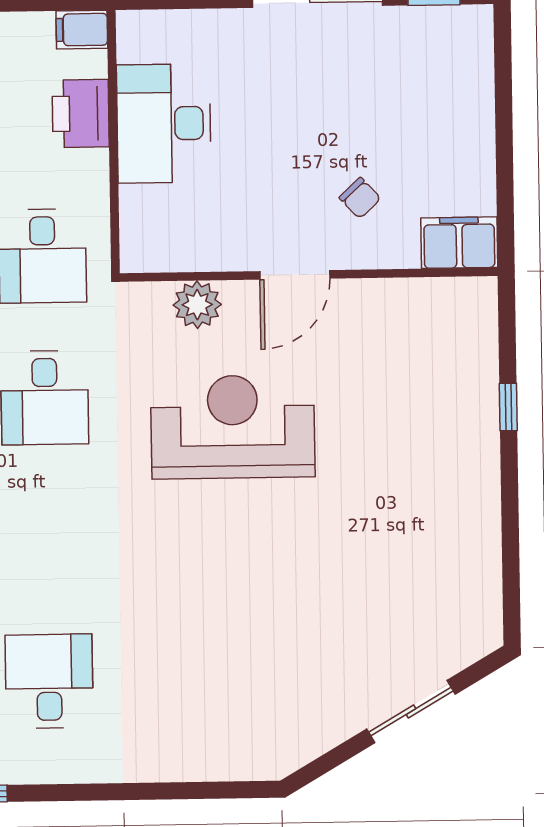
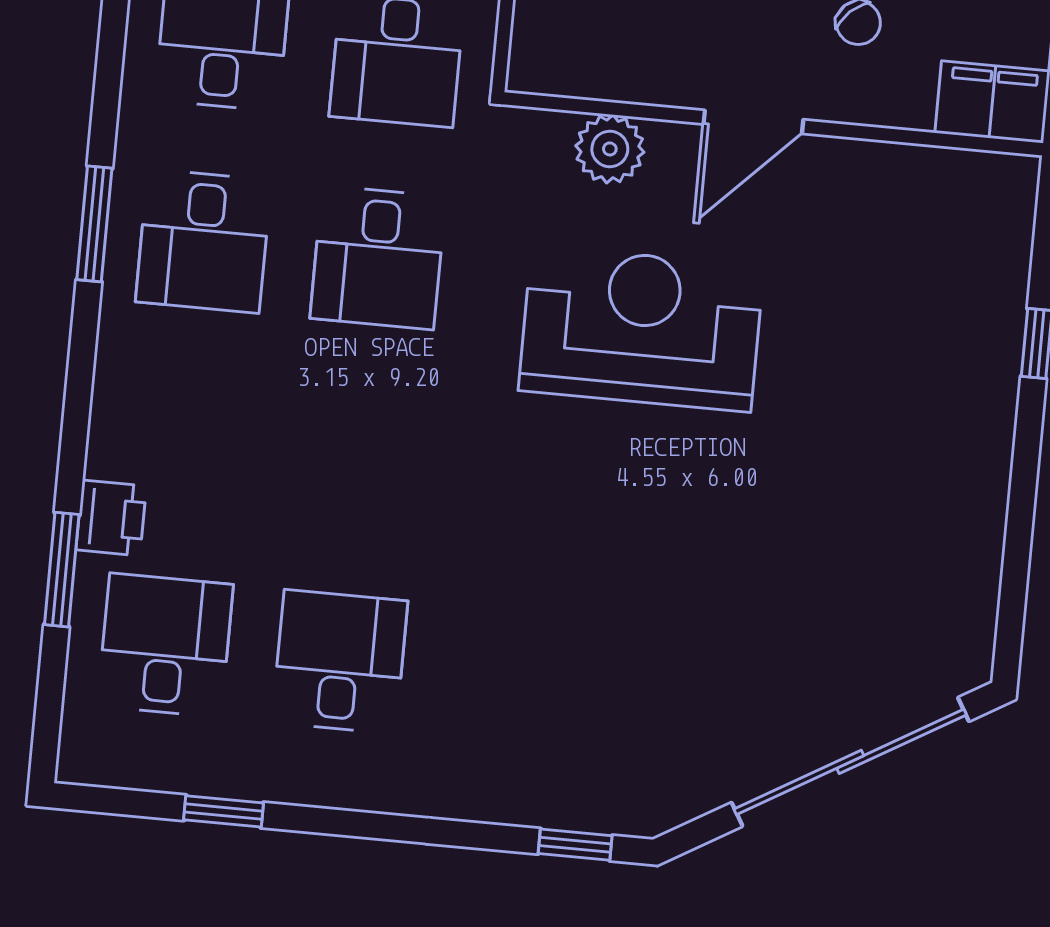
sliding door: (411, 712) -> (850, 762), width x1.86
window: (226, 790) -> (575, 845), added

